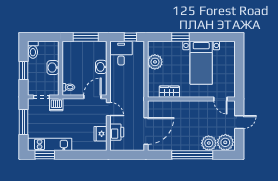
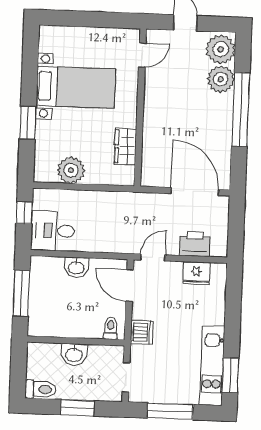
dishwasher: (56, 105) -> (142, 332), moved

